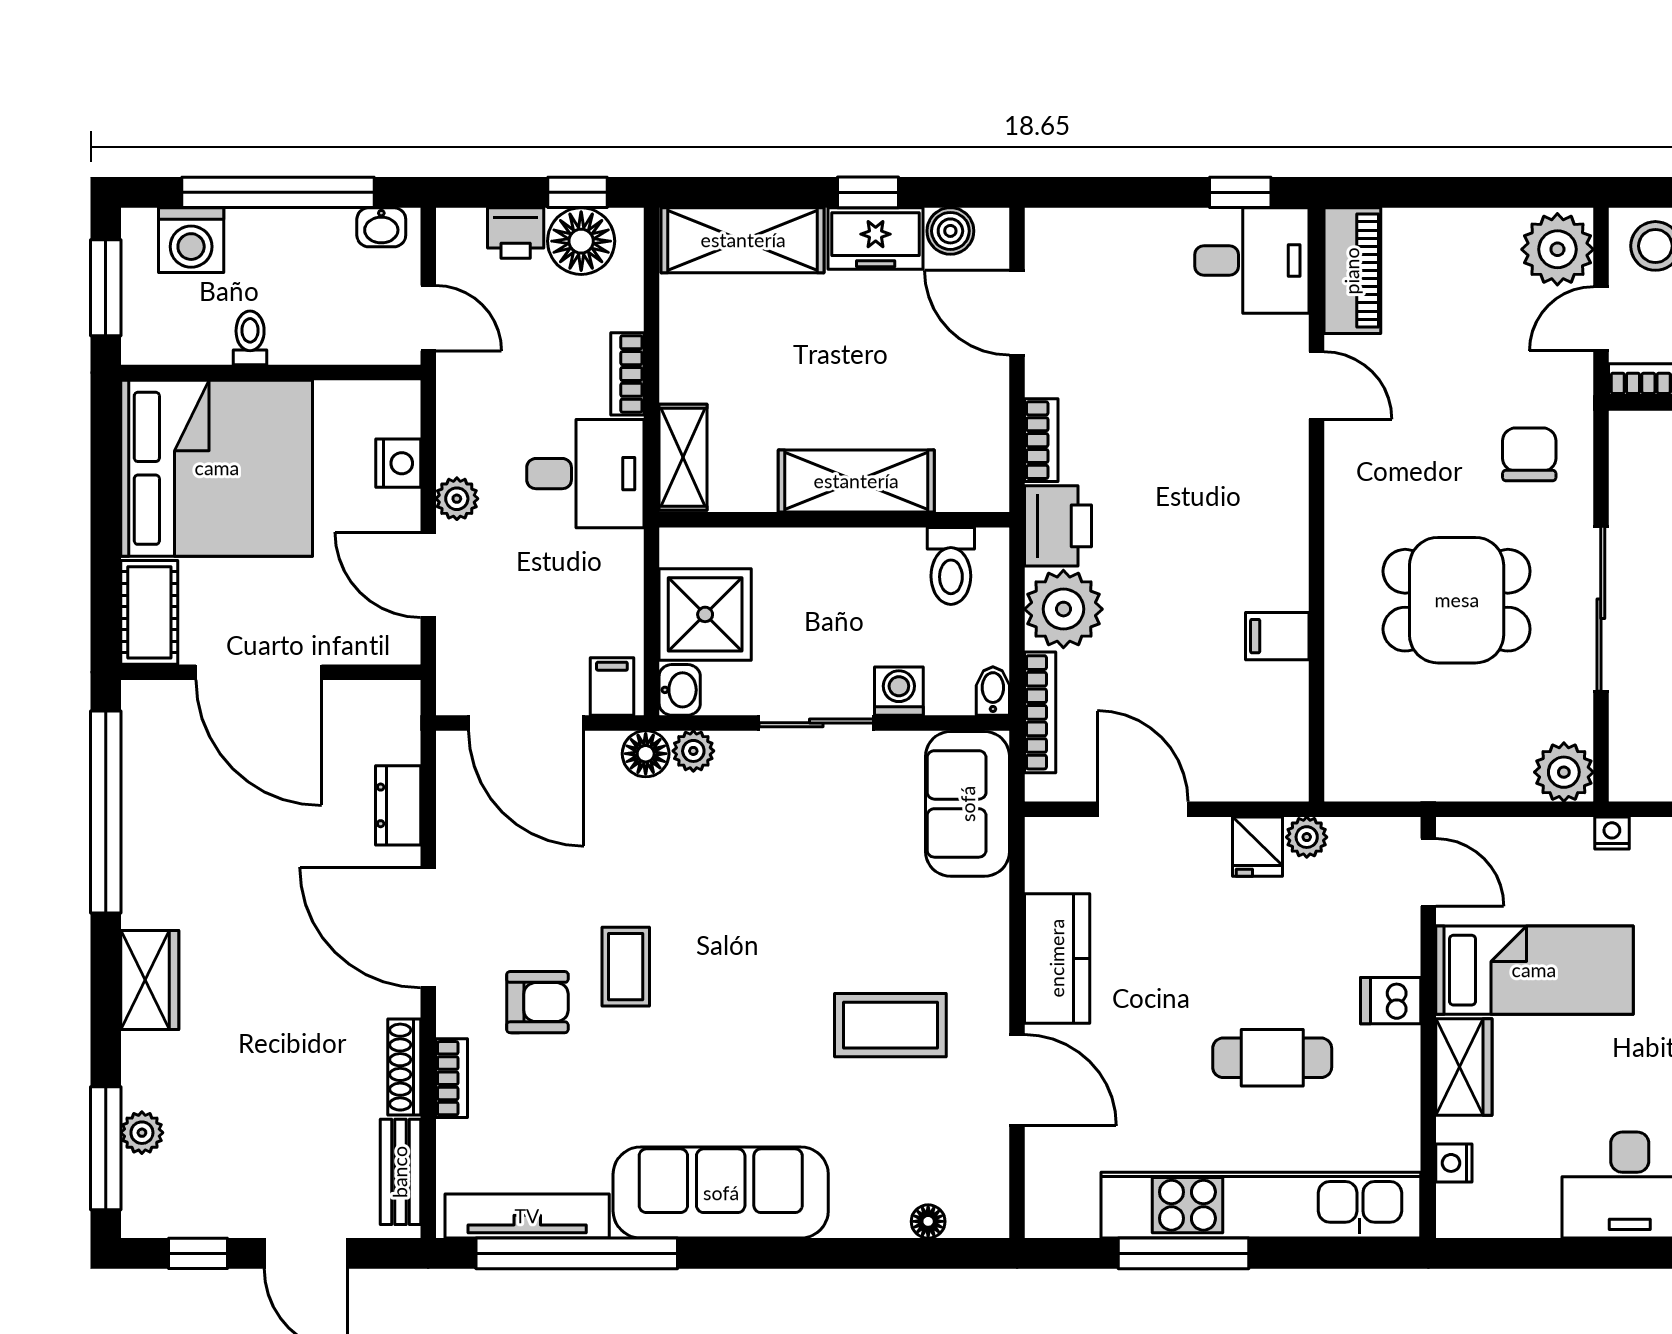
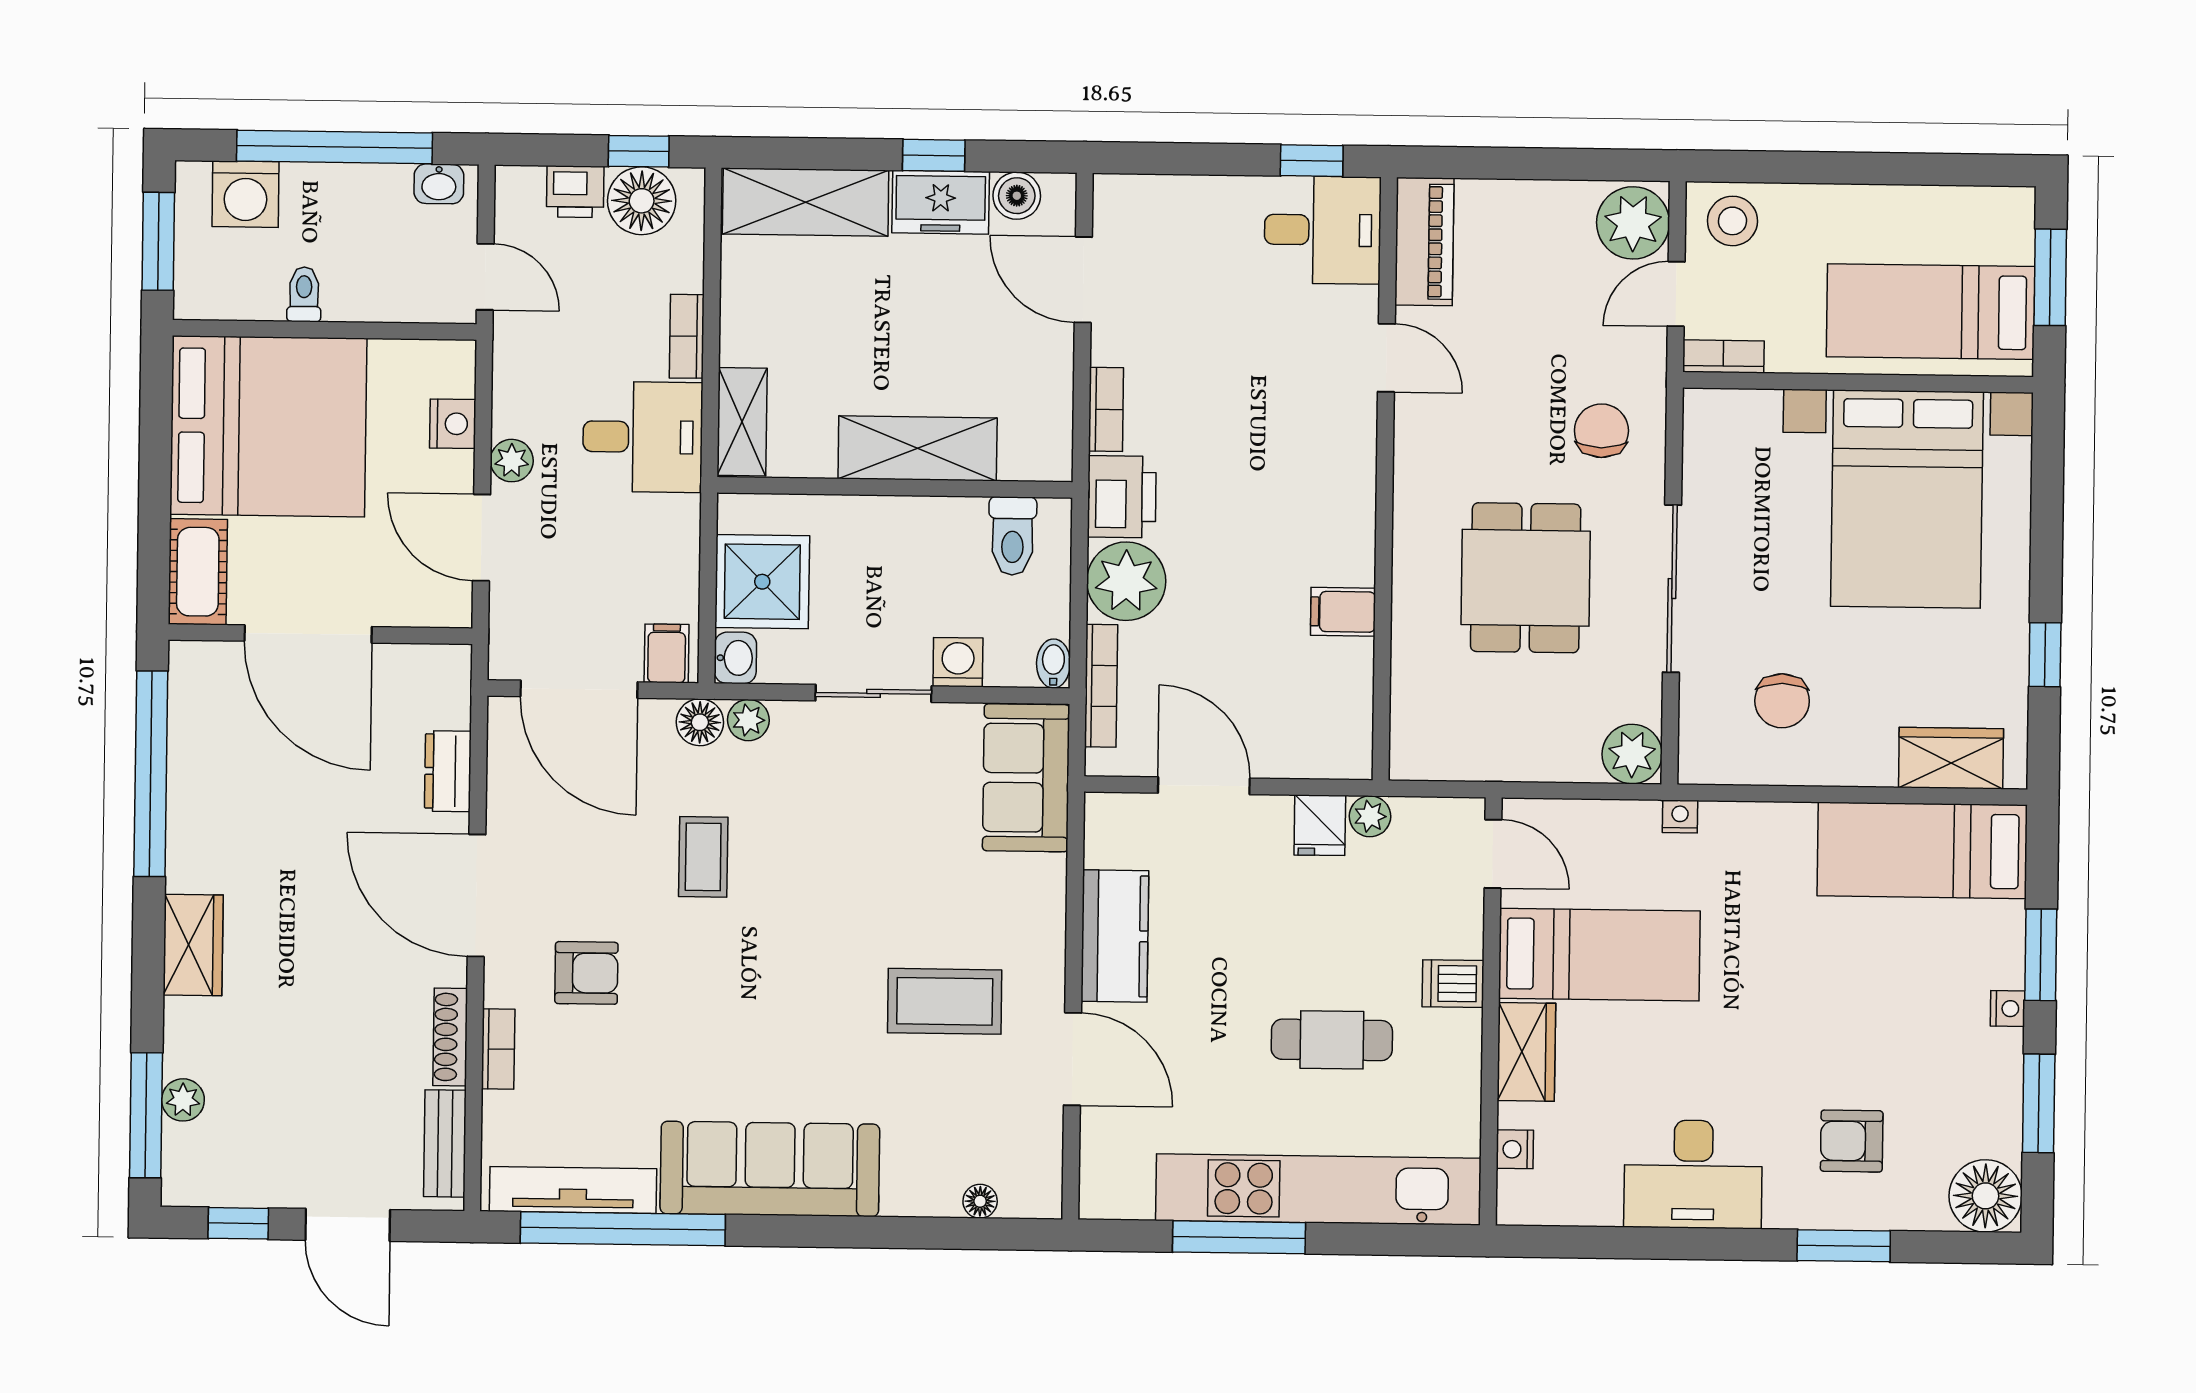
dining table: (1457, 600) -> (1526, 578), turned 90
coffee table: (626, 967) -> (703, 857), moved

